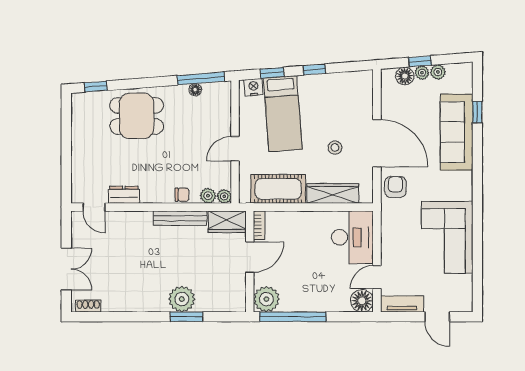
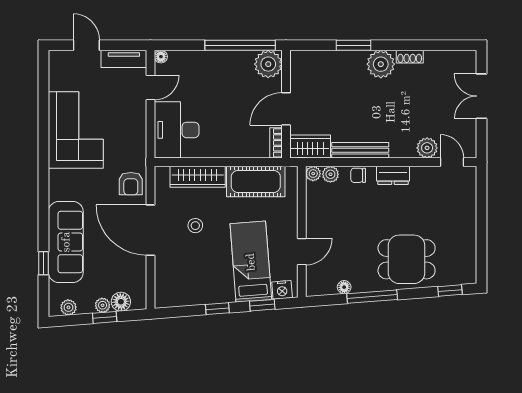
plant: (438, 72) -> (68, 307), moved
window: (201, 78) -> (372, 297), moved
door: (235, 149) -> (302, 252), moved
dresser: (124, 195) -> (393, 175), moved
plant: (117, 220) -> (427, 148), added
plant: (182, 299) -> (381, 64), moved
floor lamp: (362, 301) -> (161, 57), width x0.53, depth x0.53
shoe rack: (88, 306) -> (410, 57), moved

